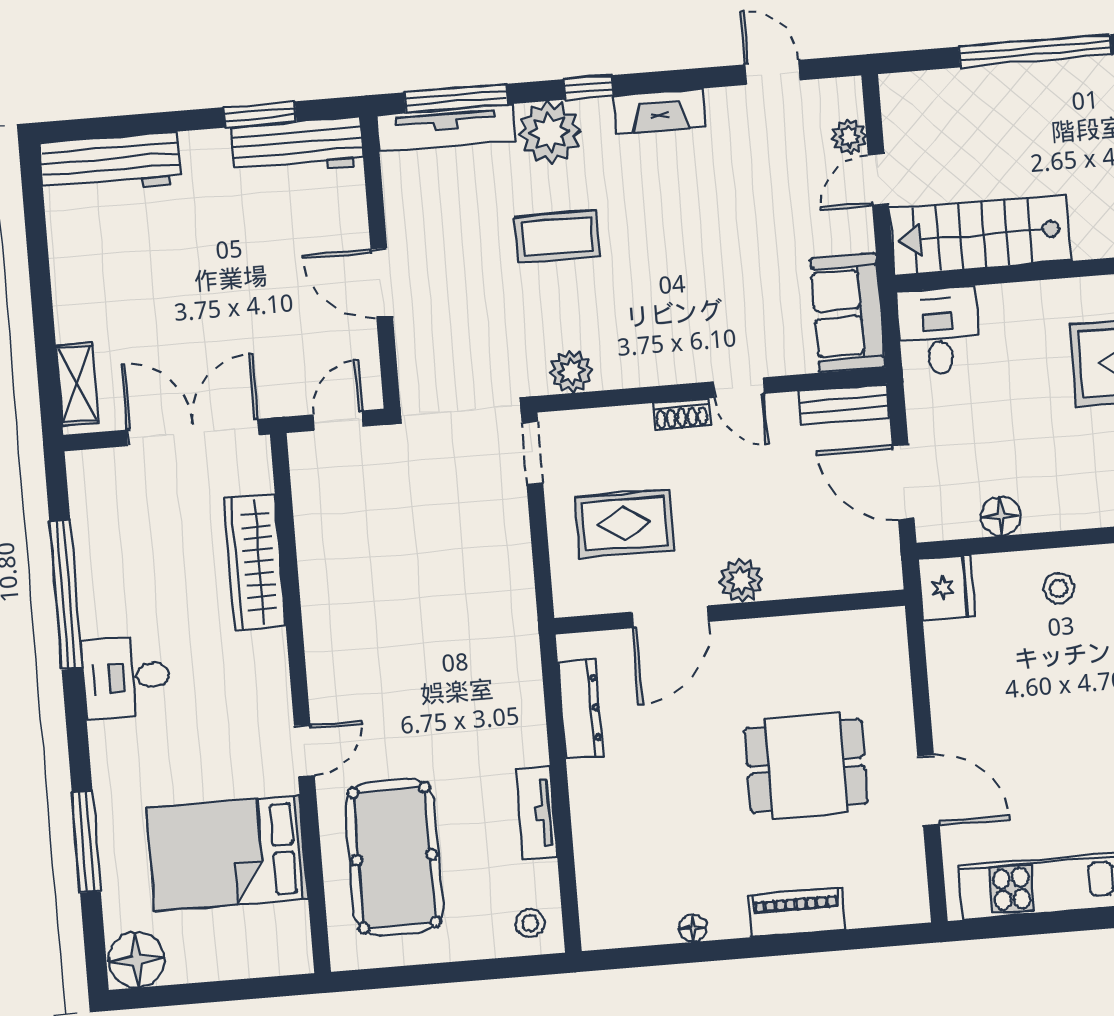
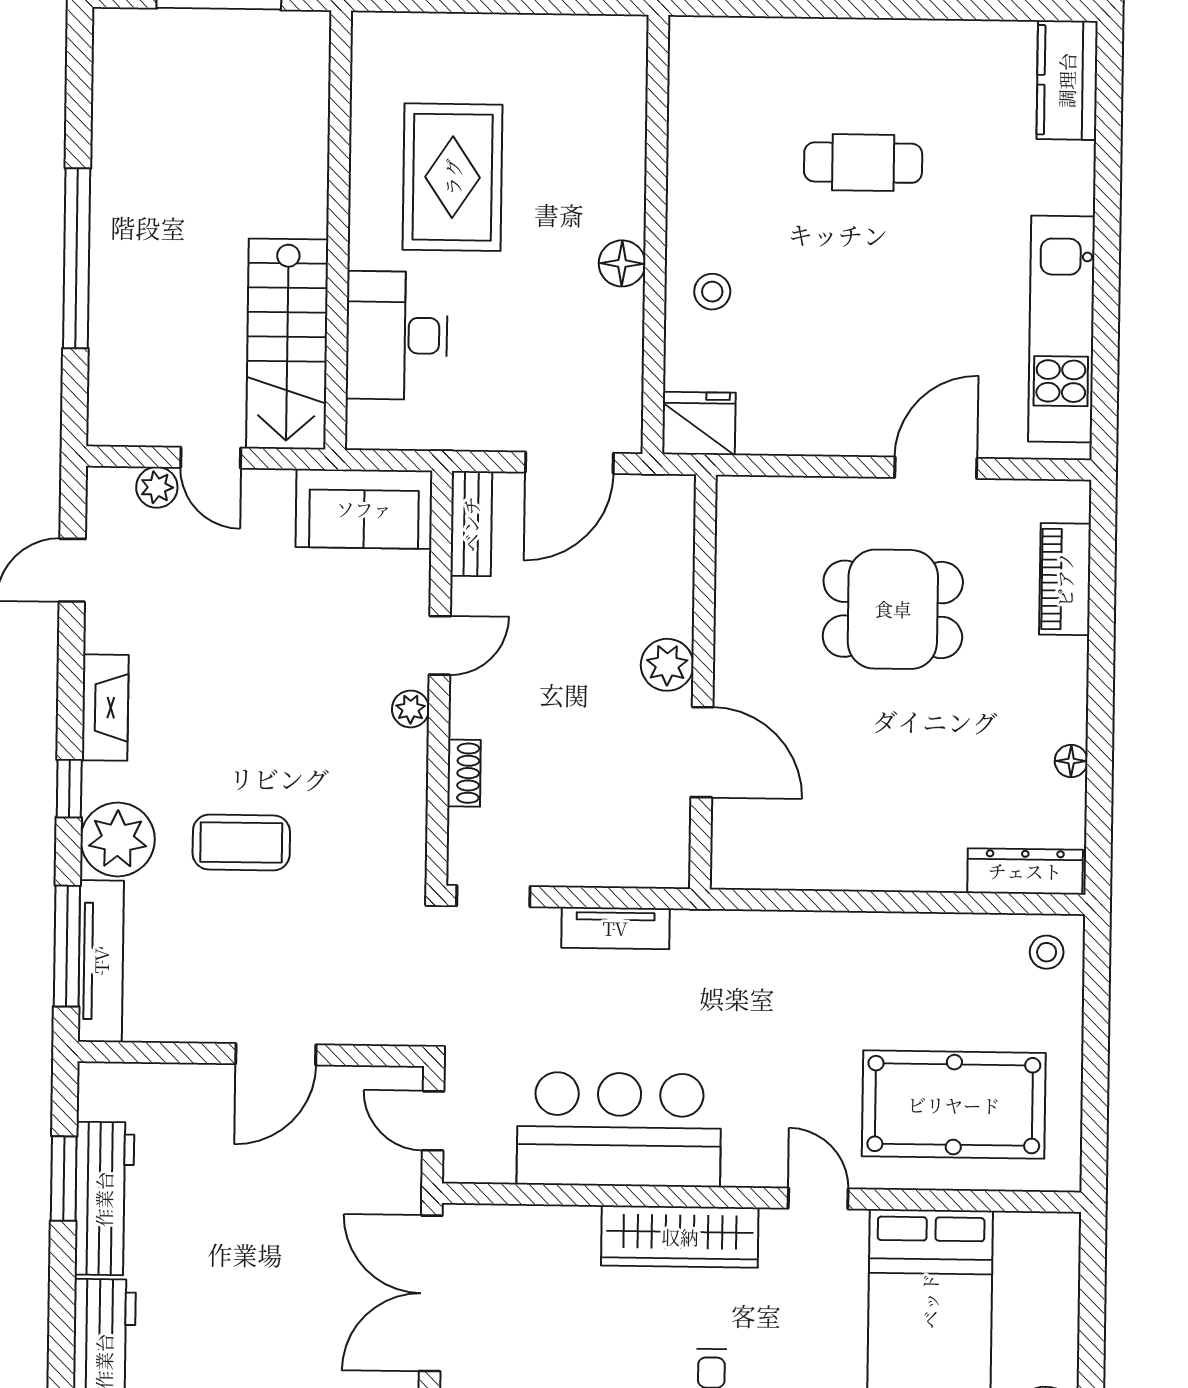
workbench: (297, 146) -> (104, 1199), moved
coffee table: (557, 237) -> (241, 843), turned 90
desk: (939, 331) -> (397, 335), moved, width x1.37
plant: (571, 372) -> (411, 709), moved, width x0.73, depth x0.73
shoe rack: (681, 414) -> (464, 773), moved
floor lamp: (1001, 516) -> (622, 263), moved
rug: (624, 524) -> (587, 796), removed
wardrobe: (255, 562) -> (680, 1237), moved
bar counter: (346, 578) -> (619, 1129), added
dresser: (581, 709) -> (1025, 871), moved
dining table: (806, 766) -> (893, 609), turned 90
tv unit: (536, 813) -> (615, 928), moved
piano: (797, 912) -> (1065, 579), moved

